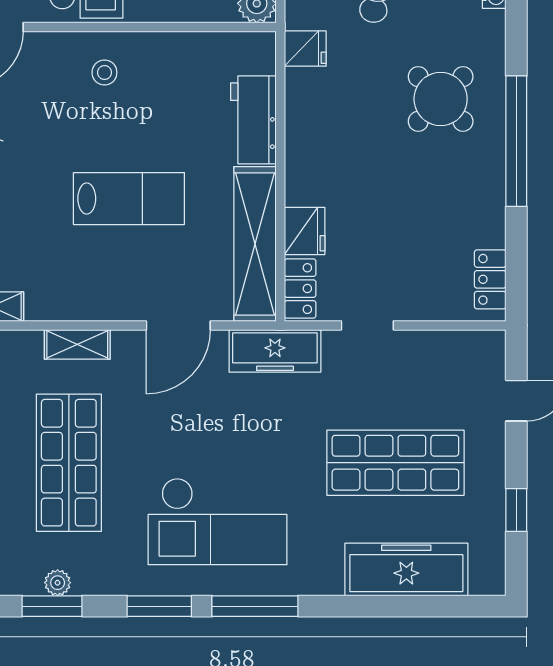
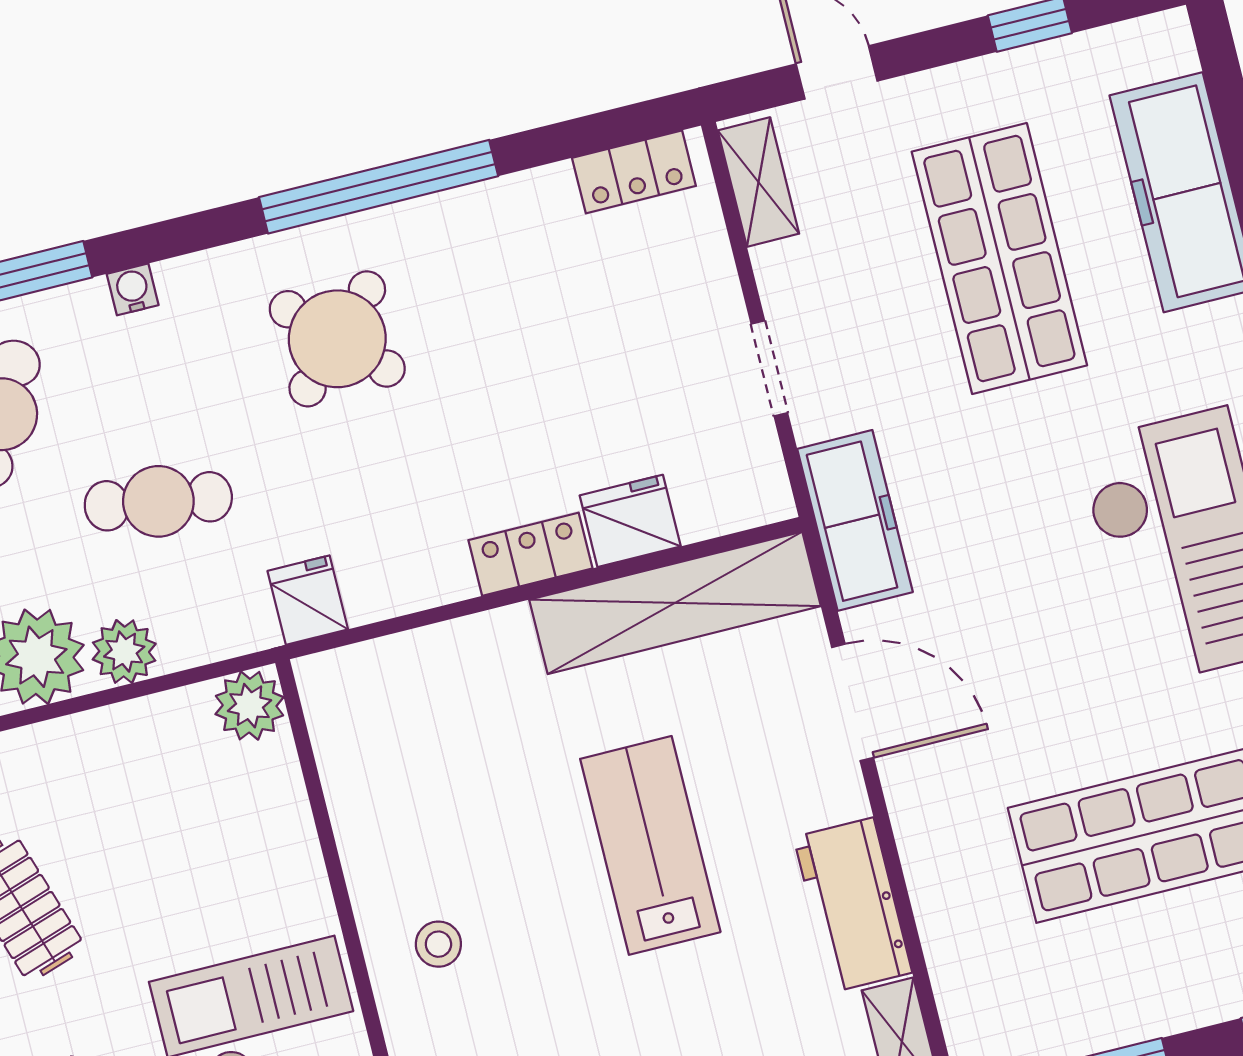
workbench: (253, 120) -> (853, 905), moved, turned 90
locker: (300, 289) -> (530, 554), moved
shelving: (77, 344) -> (758, 182), moved

